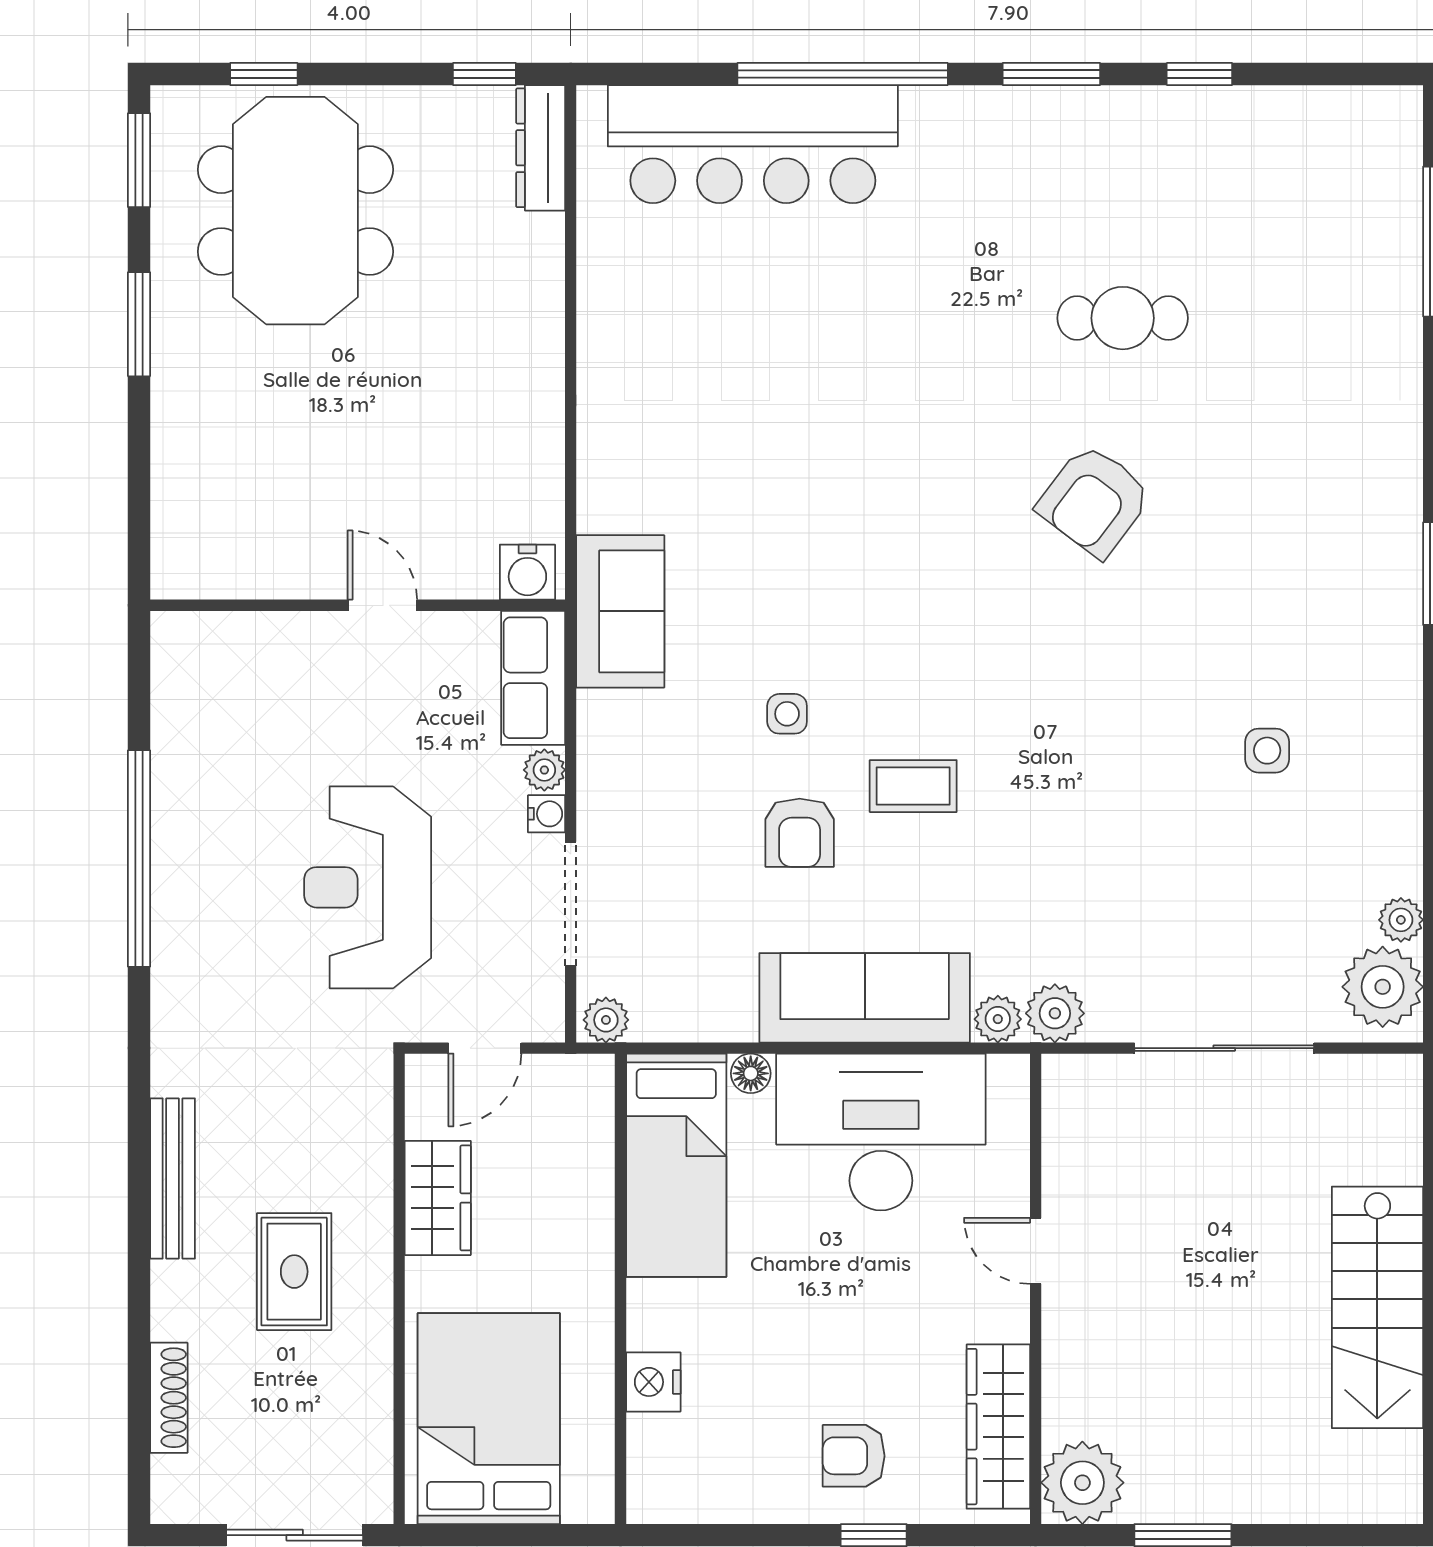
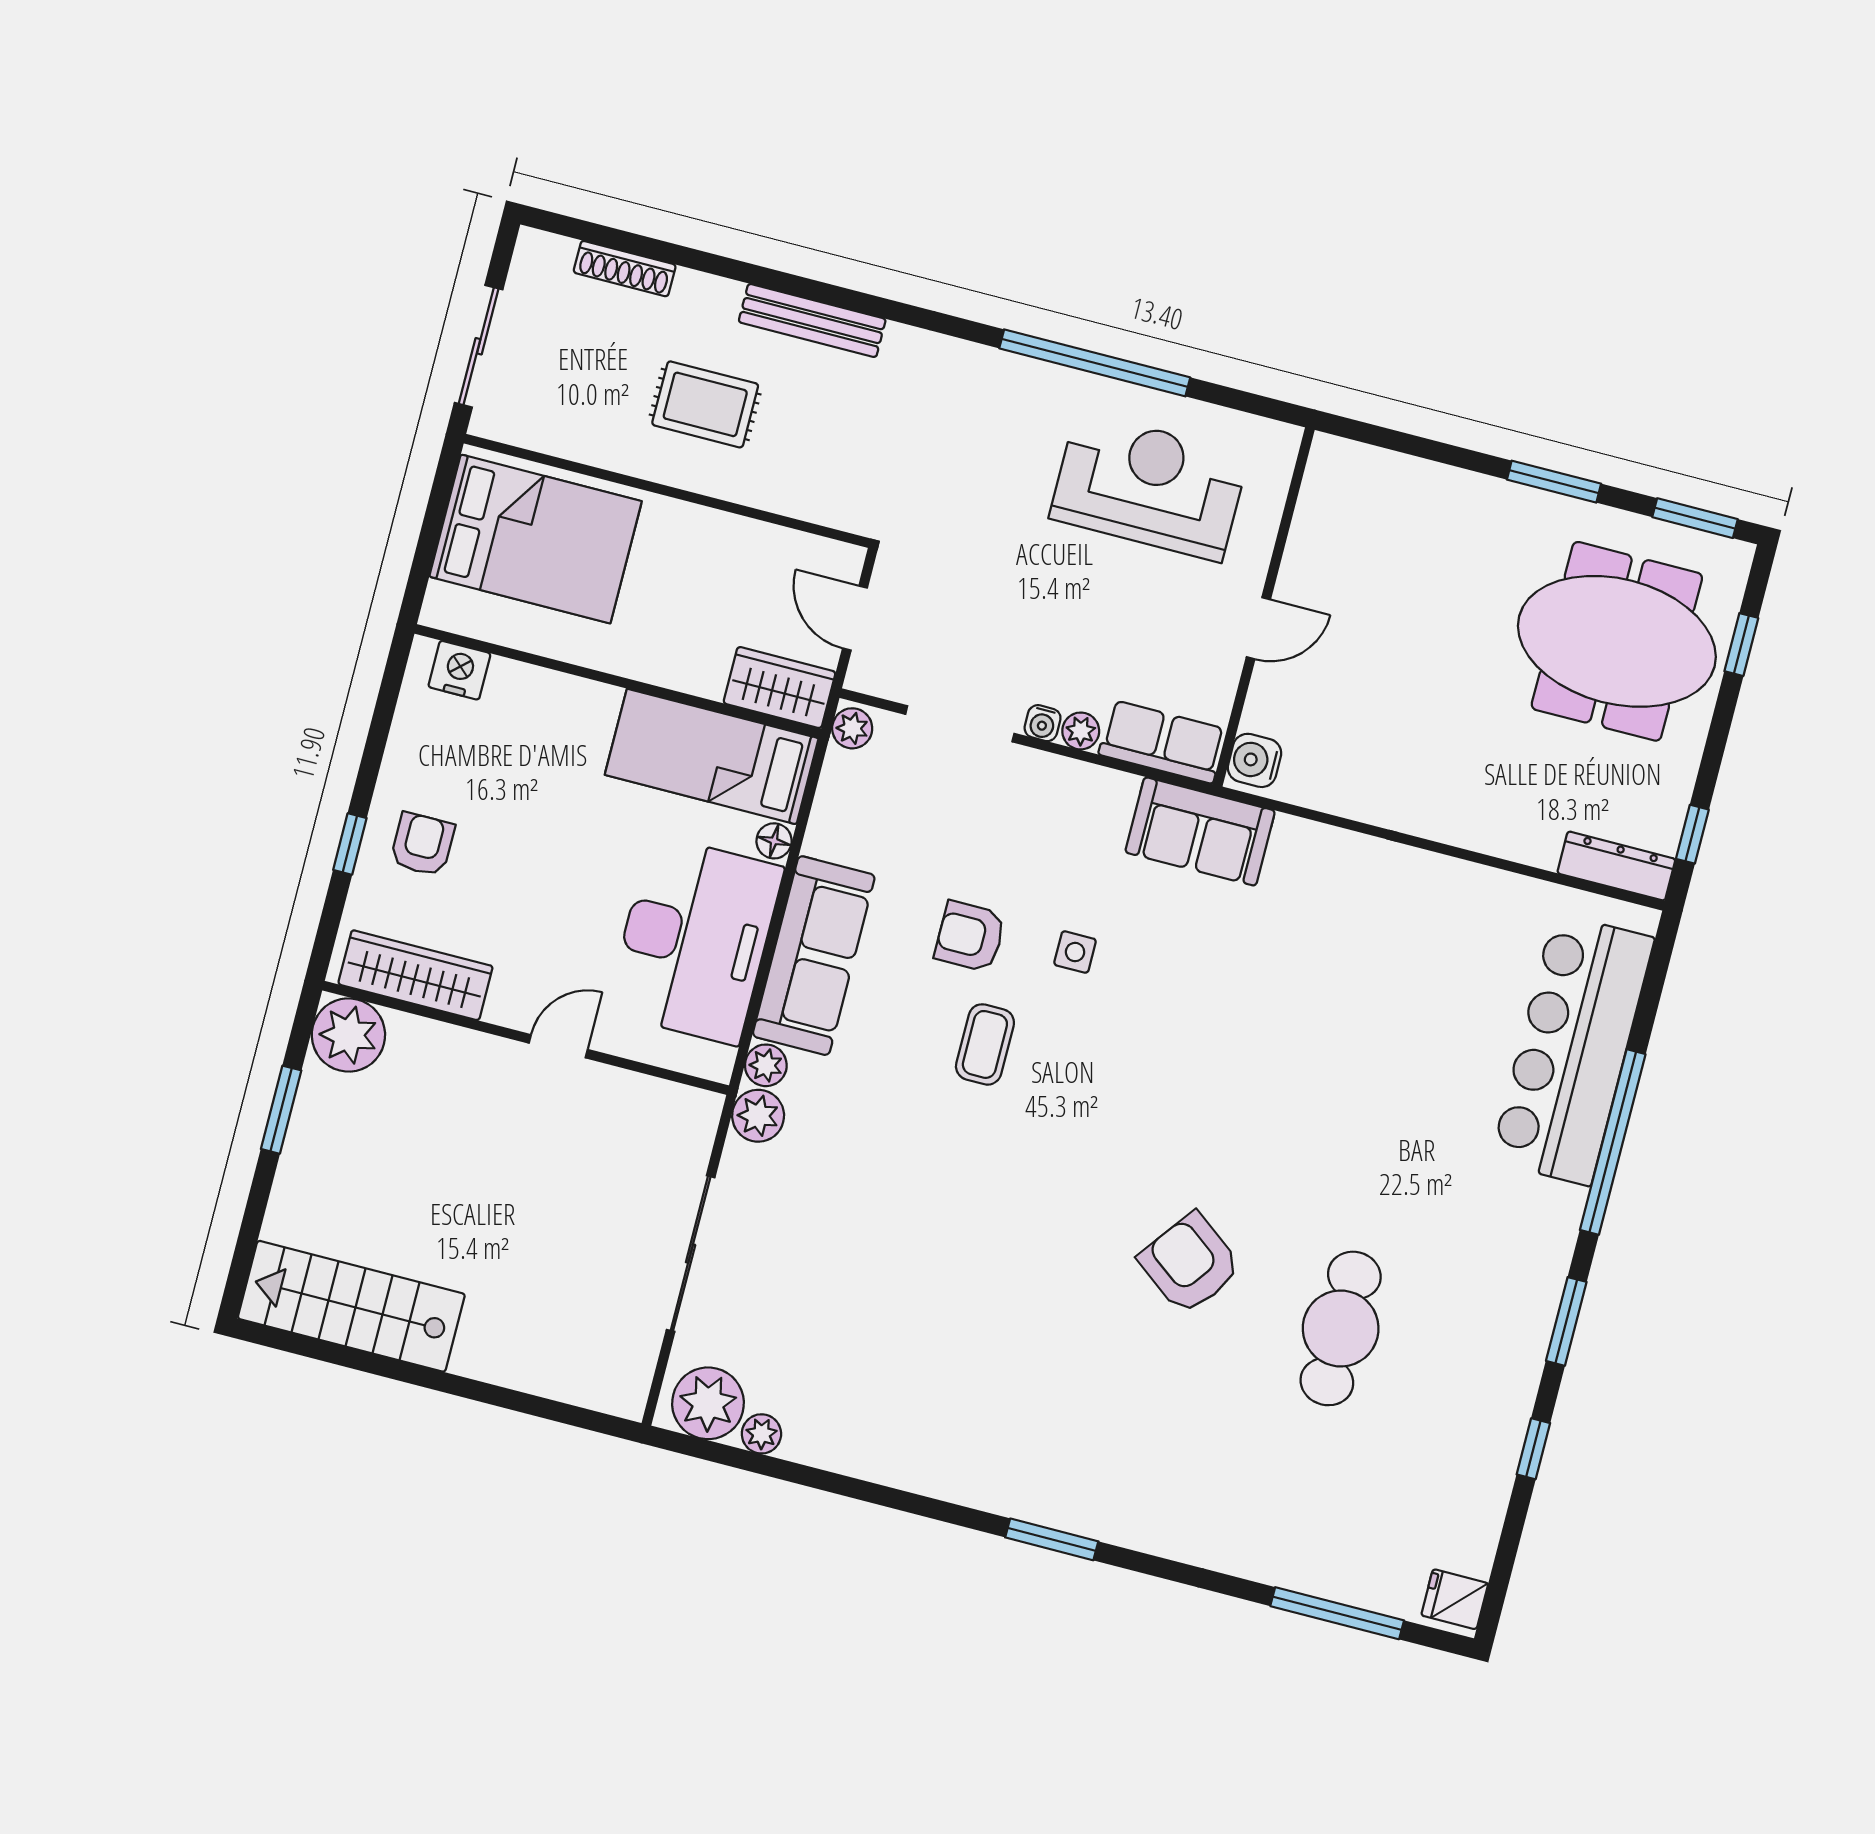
fridge: (1386, 117) -> (1455, 1599), added
cafe table: (1123, 318) -> (1341, 1328), width x1.37, depth x1.35
side table: (1267, 751) -> (937, 1357), removed
reception desk: (368, 887) -> (1149, 486), moved
wardrobe: (438, 1198) -> (780, 687), moved, turned 180
stairs: (1377, 1307) -> (351, 1306), moved
nightstand: (653, 1382) -> (459, 670), moved

